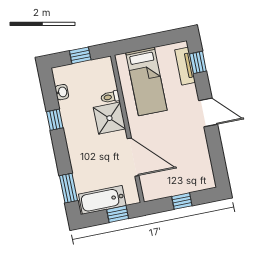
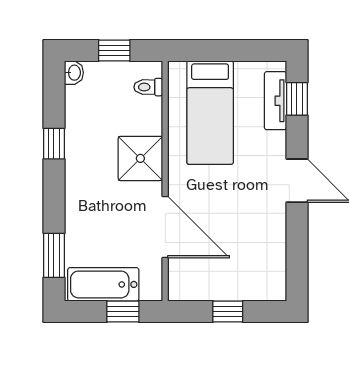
washbasin: (62, 92) -> (74, 73), moved
toilet: (110, 97) -> (148, 87), moved

